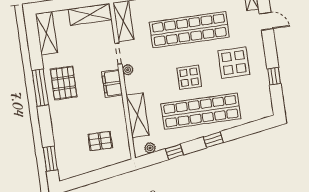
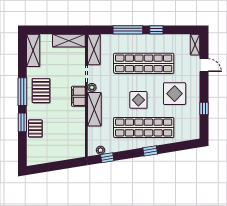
shelving: (138, 115) -> (94, 109), moved
pallet: (100, 141) -> (35, 128), moved, turned 90
window: (174, 152) -> (107, 158), moved
window: (50, 159) -> (22, 122), moved

